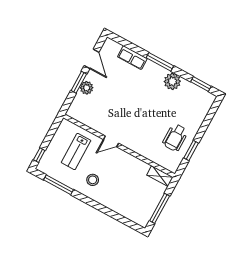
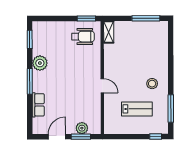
door: (111, 141) -> (102, 86), moved
wall: (119, 146) -> (102, 78), moved
shelving: (160, 176) -> (109, 32), moved

